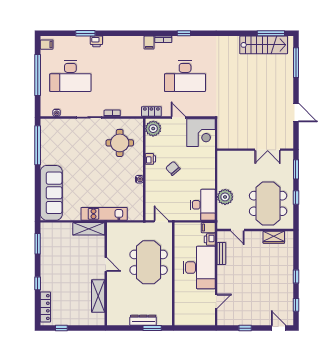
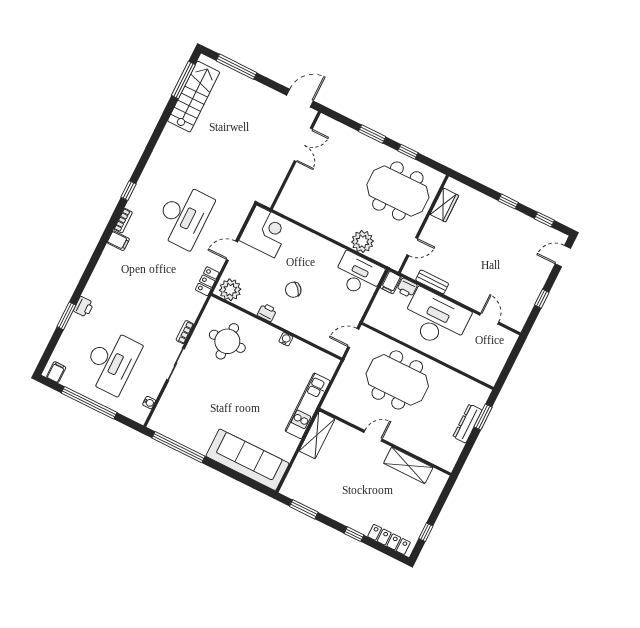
wall: (255, 150) -> (295, 160), moved
double door: (268, 150) -> (303, 145), moved

